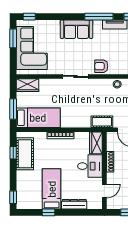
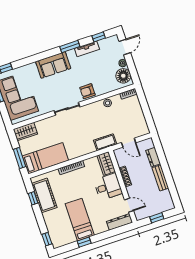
window: (99, 17) -> (70, 47), width x0.69
door: (104, 191) -> (129, 205), hinge flipped
dresser: (74, 204) -> (119, 222), moved

